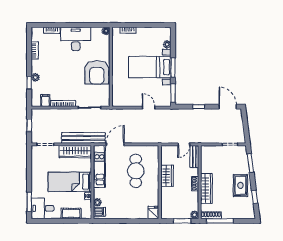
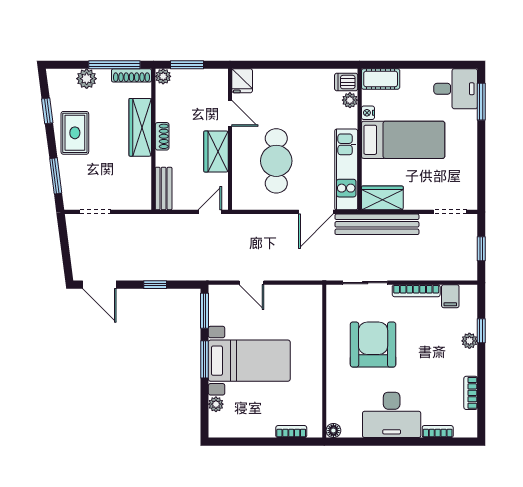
armchair: (97, 72) -> (373, 345), moved
door: (184, 144) -> (210, 212), moved
wardrobe: (75, 152) -> (382, 198), width x0.67
door: (160, 196) -> (230, 113), added
cot: (71, 213) -> (381, 79), moved
plant: (234, 214) -> (87, 79), added

